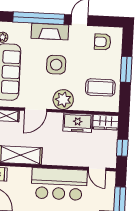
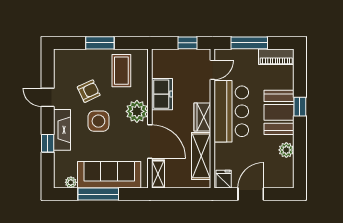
window: (39, 18) -> (48, 143), width x0.32
armchair: (103, 42) -> (89, 91), moved, turned -115
door: (36, 110) -> (150, 142), width x1.36
wardrobe: (106, 122) -> (202, 117), moved, turned 180

